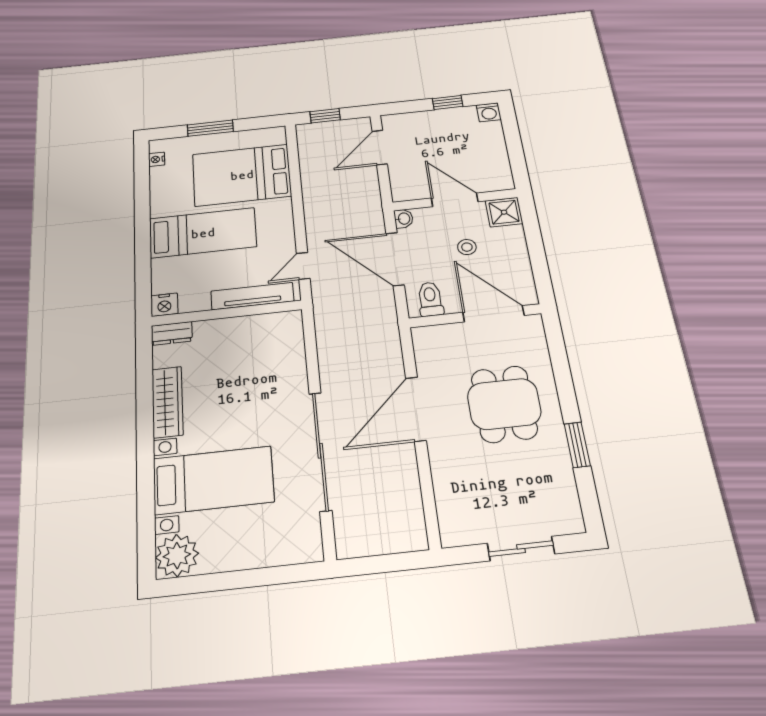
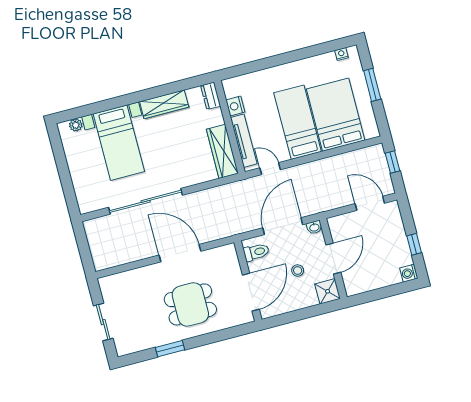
bed: (203, 233) -> (298, 122), moved, turned 180
nightstand: (164, 305) -> (235, 106), moved
wardrobe: (262, 327) -> (222, 151), added
plant: (177, 555) -> (76, 125), width x0.53, depth x0.53

